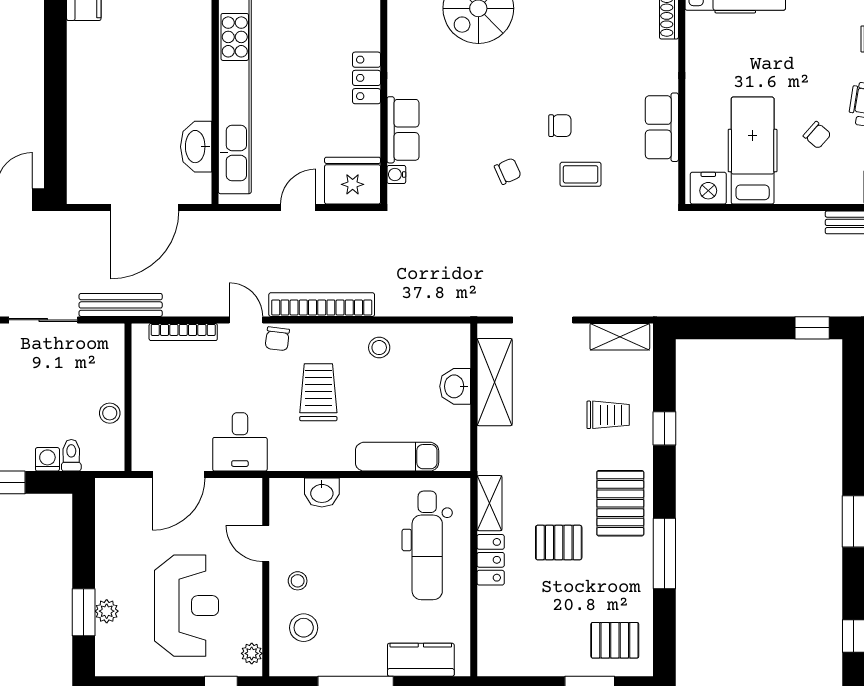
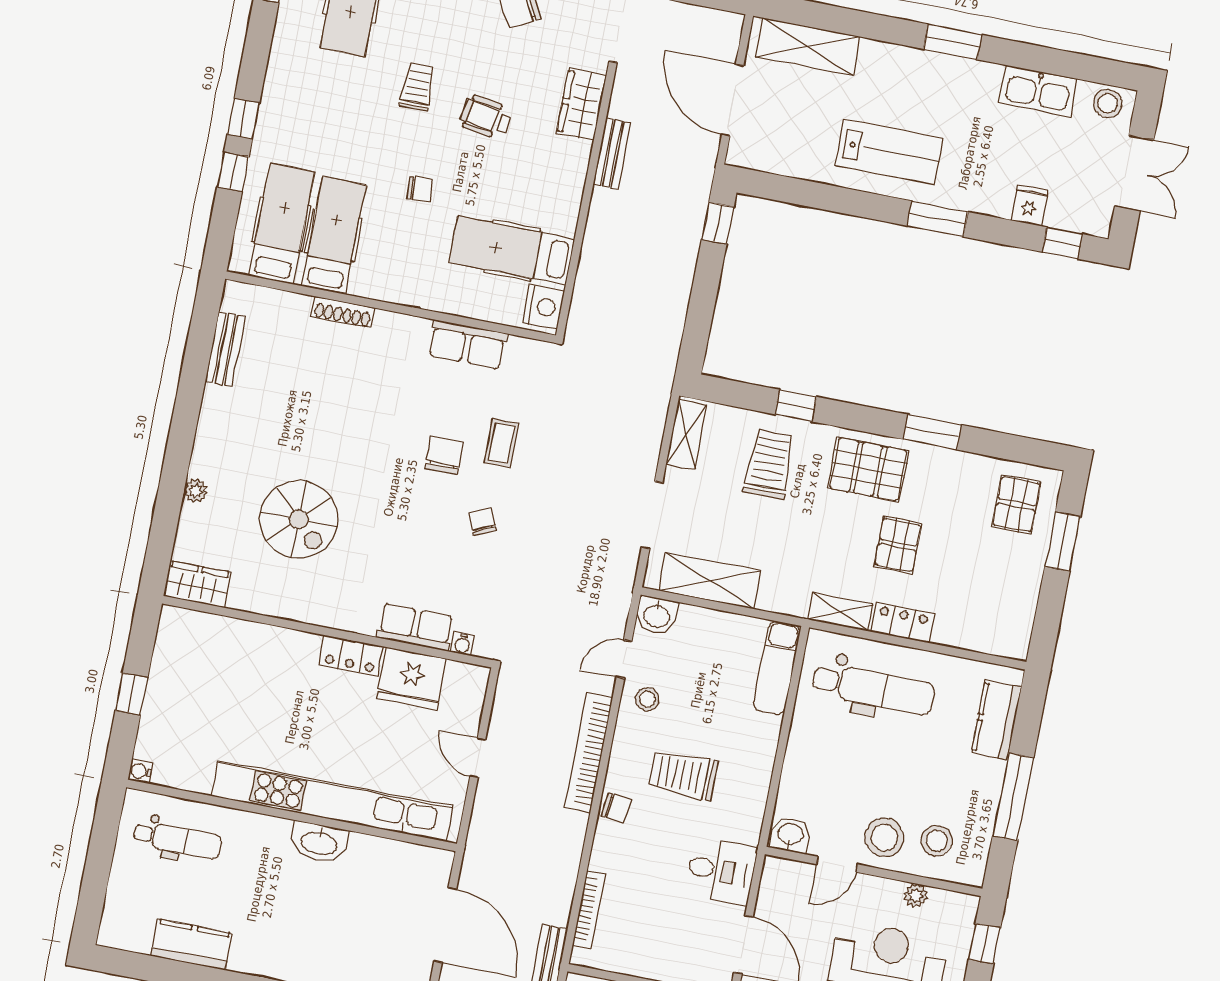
chair: (560, 126) -> (444, 455), width x1.37, depth x1.37
chair: (817, 135) -> (420, 189), moved, turned 46
washbasin: (196, 147) -> (319, 842), moved
fridge: (353, 181) -> (412, 679), moved, turned -90
door: (246, 320) -> (624, 659), moved
washbasin: (455, 386) -> (657, 615), moved
trolley: (608, 415) -> (769, 464), width x1.36, depth x1.39
exam couch: (397, 457) -> (777, 668), moved
washbasin: (322, 493) -> (790, 835), moved, turned -90
window: (664, 553) -> (932, 432), width x0.69
stool: (298, 581) -> (884, 837), width x1.89, depth x1.89
plant: (252, 653) -> (916, 895), moved

